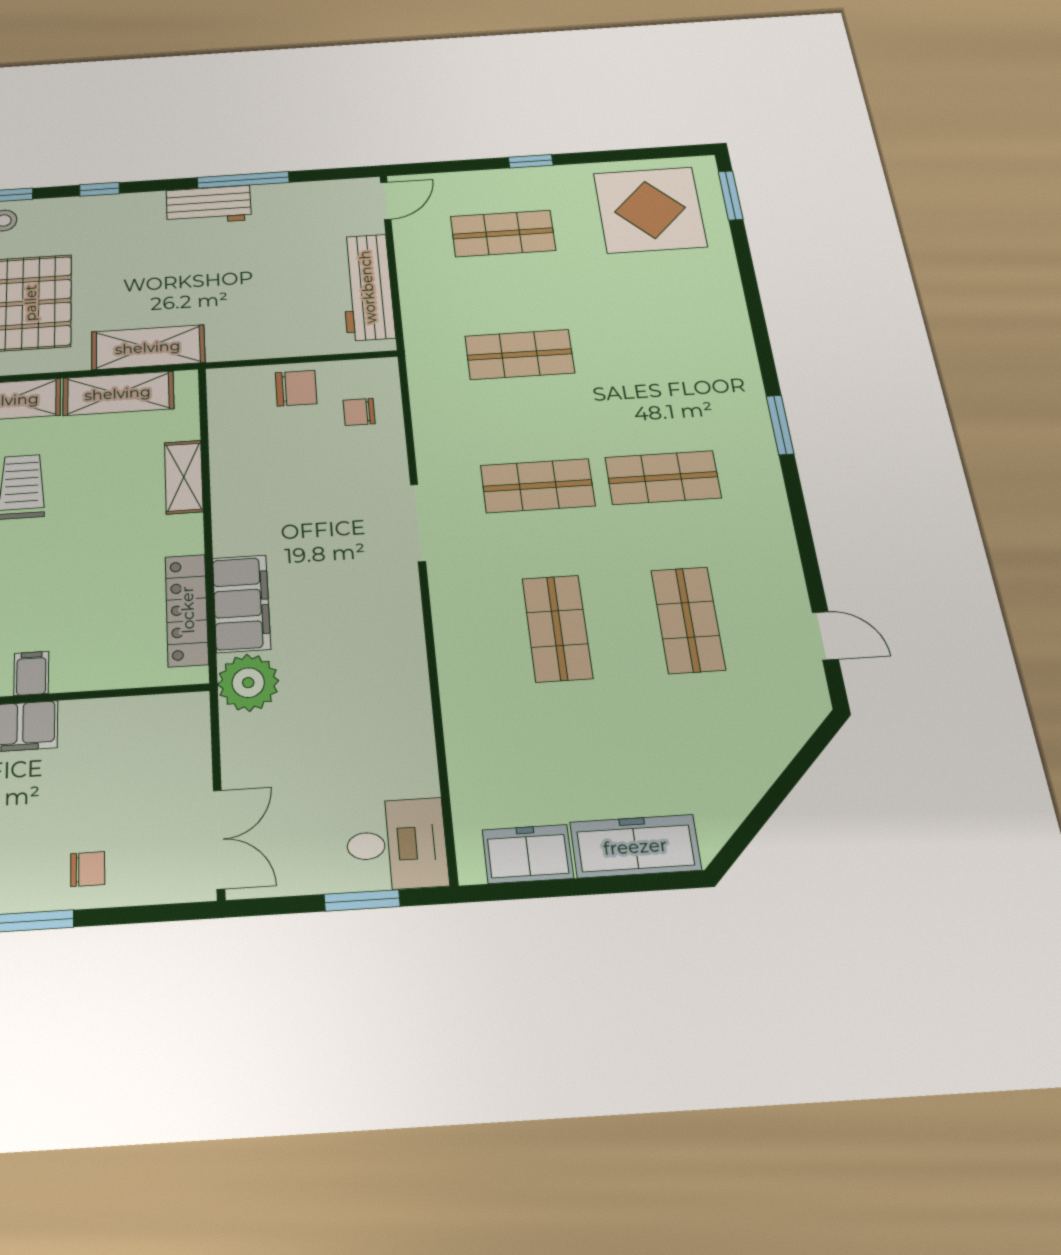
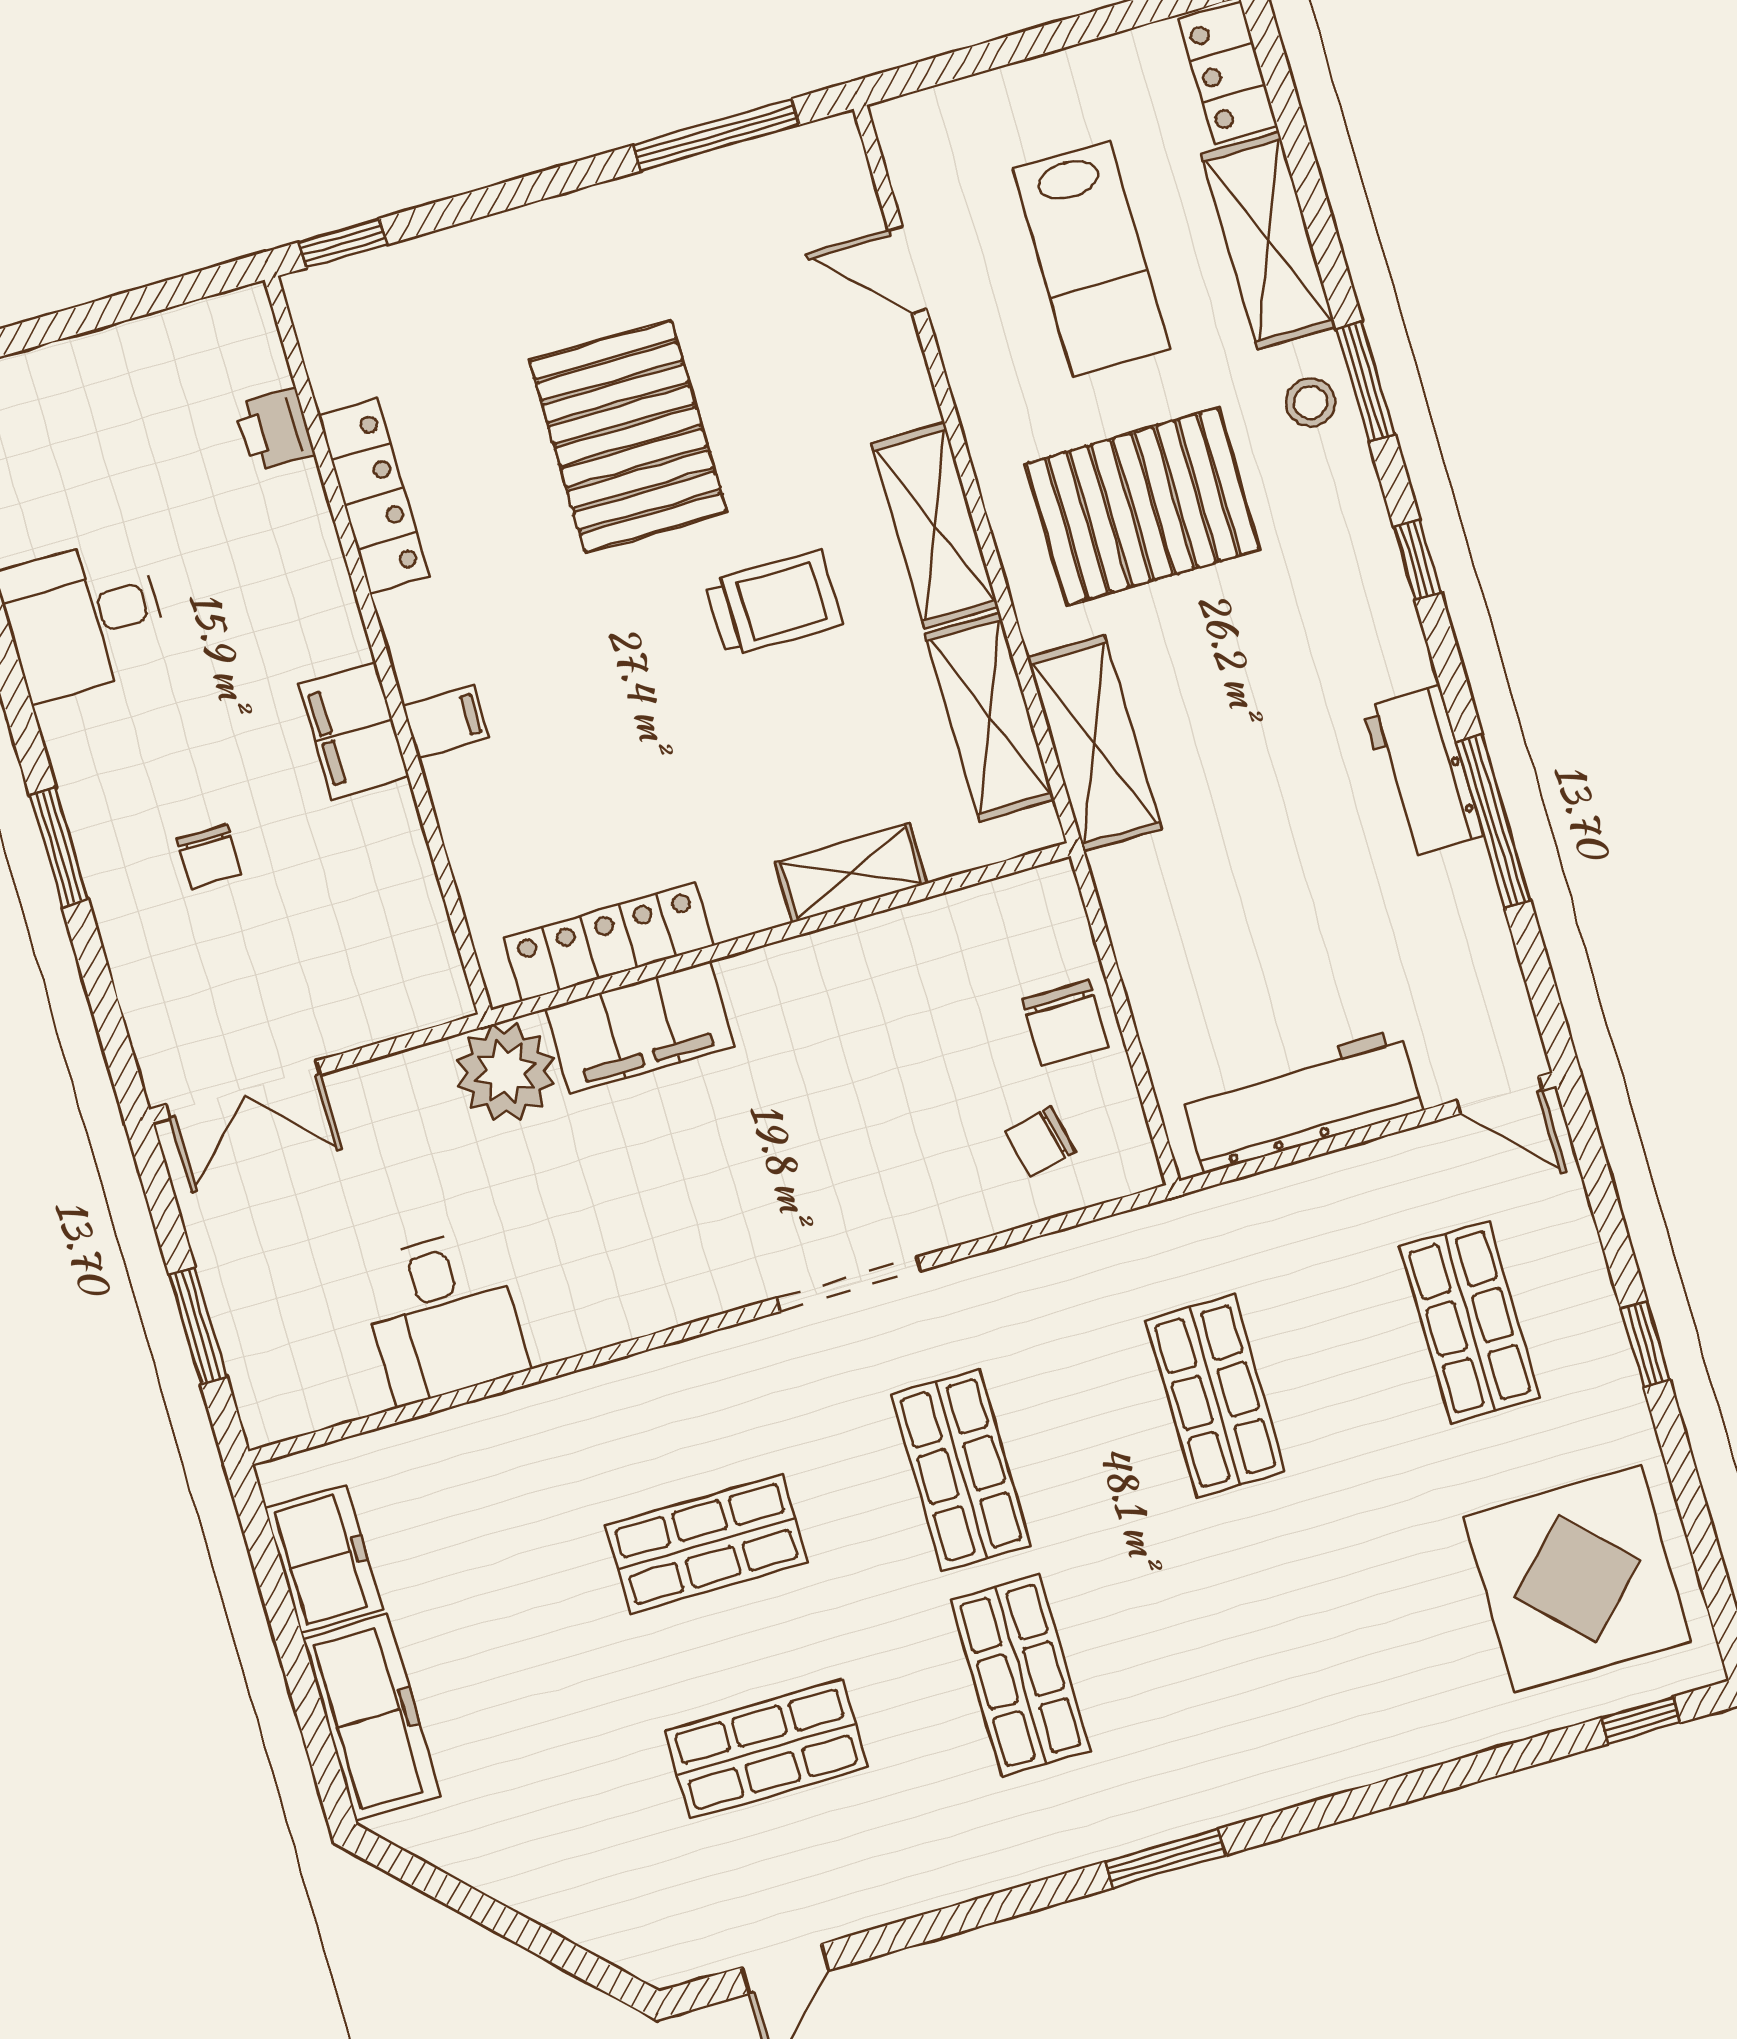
window: (731, 195) -> (1640, 1720), width x0.67
chair: (359, 412) -> (1041, 1142), turned -103
desk: (396, 844) -> (443, 1316), moved
chair: (88, 869) -> (209, 856), moved

